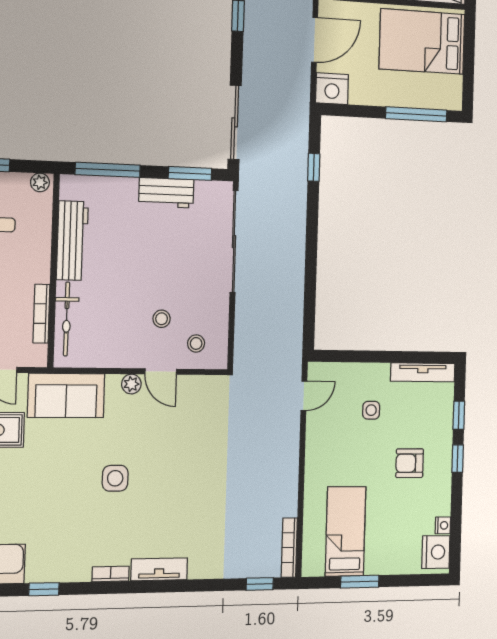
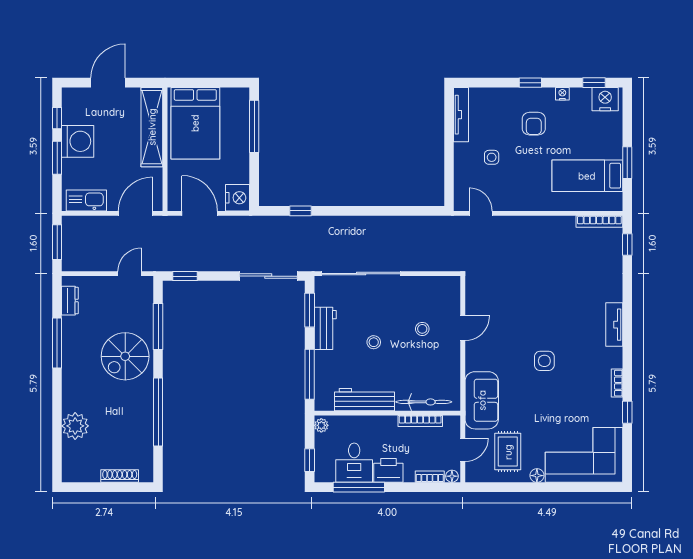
stool: (196, 343) -> (374, 342), moved
plant: (131, 384) -> (473, 351), removed
window: (459, 415) -> (594, 83), moved
nightstand: (443, 525) -> (562, 94), moved
bookcase: (111, 574) -> (617, 383), moved

